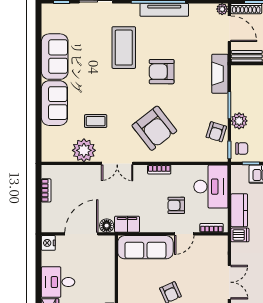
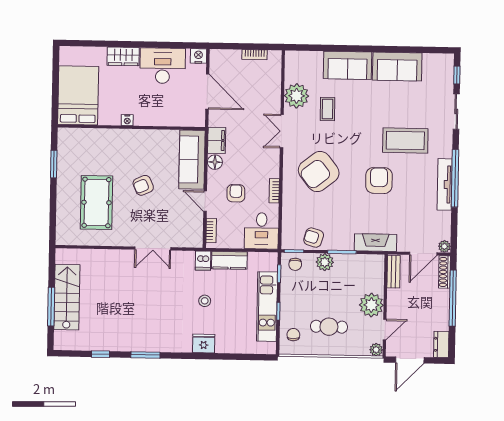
bookcase: (159, 170) -> (274, 191), moved
desk: (211, 187) -> (262, 231), width x0.73
floor lamp: (107, 226) -> (215, 162), moved
desk: (58, 282) -> (163, 66), width x1.37

